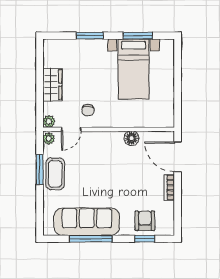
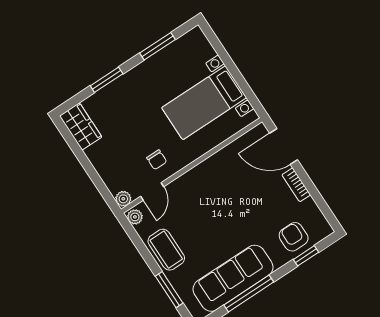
bed with nightstands: (134, 69) -> (204, 103), moved, turned 90
wardrobe: (52, 85) -> (81, 126), moved
floor lamp: (131, 138) -> (222, 159), removed
window: (40, 169) -> (169, 290), moved

